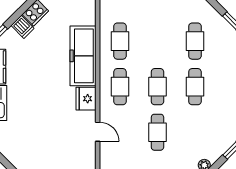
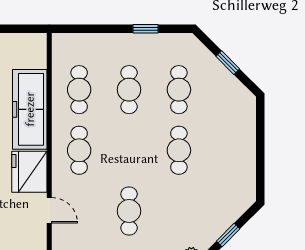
cafe table: (157, 87) -> (129, 90), moved
fridge: (86, 99) -> (29, 172), width x1.36, depth x1.34

